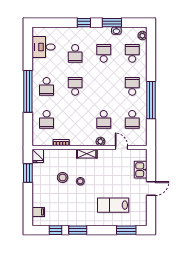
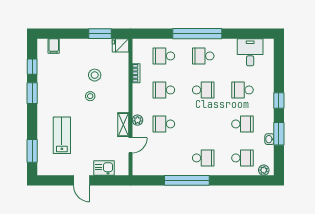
school desk: (132, 119) -> (164, 90), moved
shelving: (87, 154) -> (123, 125), moved

